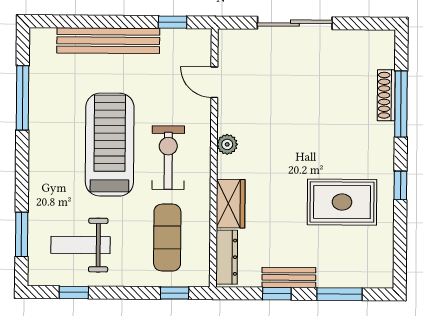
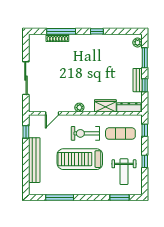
rug: (342, 202) -> (104, 57), removed
plant: (374, 278) -> (137, 43), added
window: (74, 292) -> (145, 161), moved

